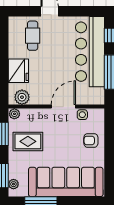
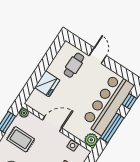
plant: (22, 97) -> (91, 140), moved
door: (63, 107) -> (52, 124), moved

